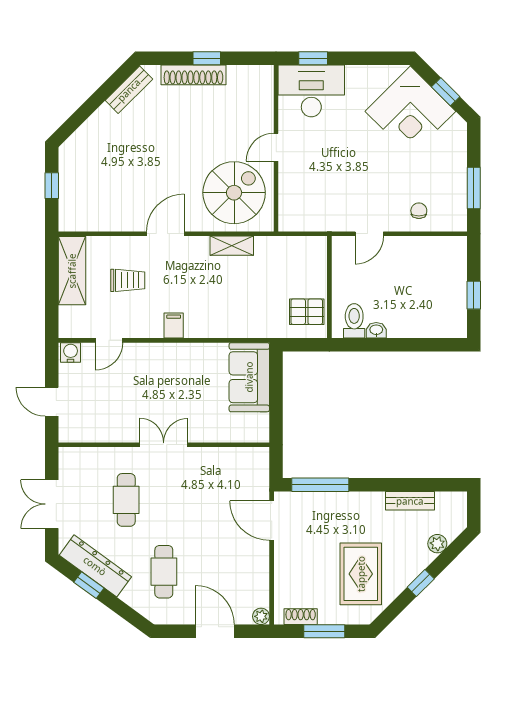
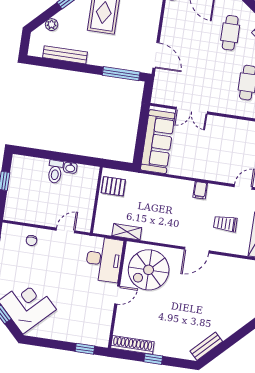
shoe rack: (193, 75) -> (132, 345), moved
desk: (311, 91) -> (104, 259), moved, turned -90
shelving: (232, 246) -> (127, 232), moved
toilet: (354, 321) -> (55, 172), moved
sofa: (249, 377) -> (158, 142), width x1.36
double door: (164, 445) -> (192, 111), moved
bench: (410, 501) -> (65, 55), width x1.36

